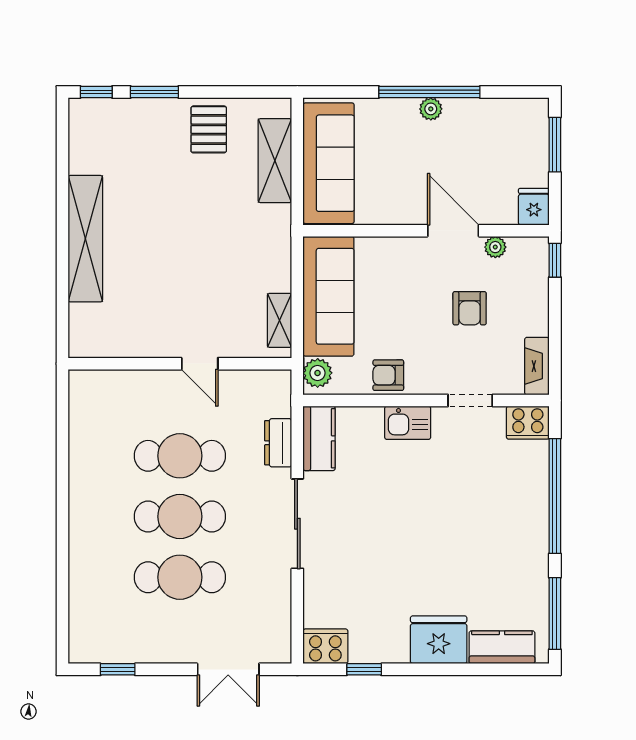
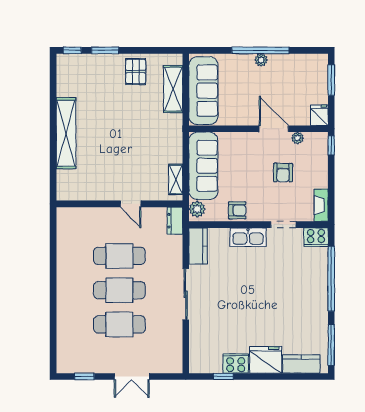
armchair: (388, 375) -> (237, 210), turned 180
kitchen sink: (408, 423) -> (248, 237), width x1.38
dresser: (278, 443) -> (175, 221), moved
cooker: (325, 646) -> (236, 363), moved
double door: (228, 669) -> (132, 376), moved

